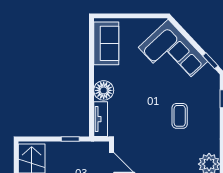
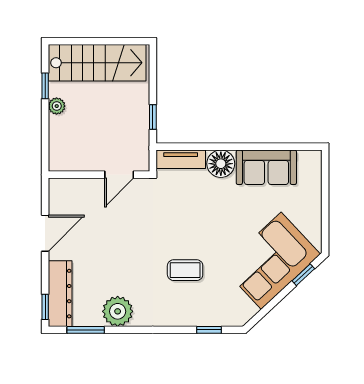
sofa: (106, 43) -> (266, 167), moved
window: (210, 61) -> (303, 275), moved

